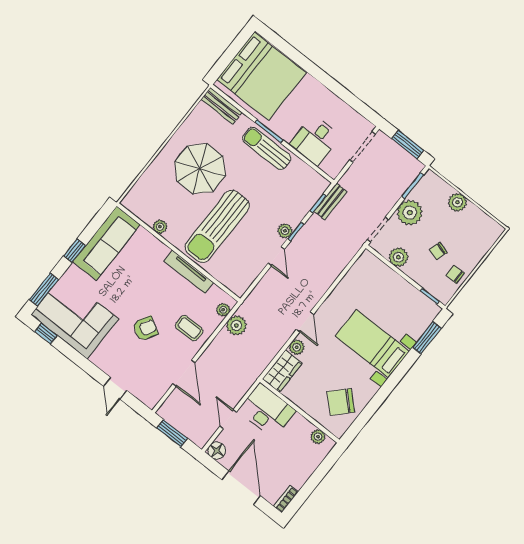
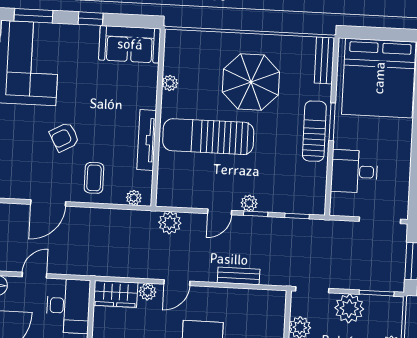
bench: (331, 201) -> (239, 276), moved
sofa: (107, 243) -> (130, 44), width x0.73
plant: (236, 325) -> (170, 223), moved
armchair: (145, 329) -> (64, 137), turned 121

